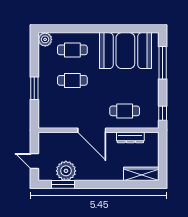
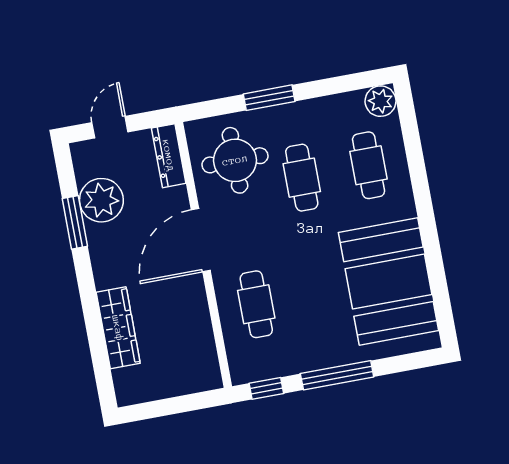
window: (163, 63) -> (337, 375), moved
round table: (59, 109) -> (235, 160), added
dresser: (130, 137) -> (169, 156), moved
wardrobe: (141, 174) -> (118, 328), moved
window: (63, 184) -> (75, 222), moved

